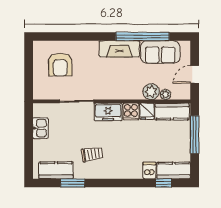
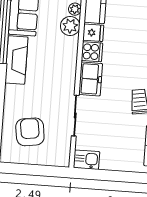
armchair: (60, 65) -> (30, 132), turned -97
kitchen sink: (40, 128) -> (87, 160), moved

